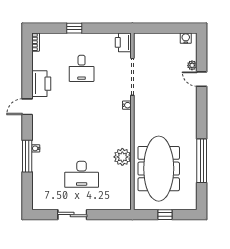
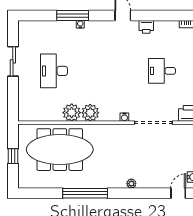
plant: (192, 65) -> (131, 184), moved
door: (202, 79) -> (178, 193), moved
printer: (41, 84) -> (146, 27), width x0.53, depth x0.68
plant: (123, 139) -> (90, 113), added
window: (202, 161) -> (85, 193), moved

